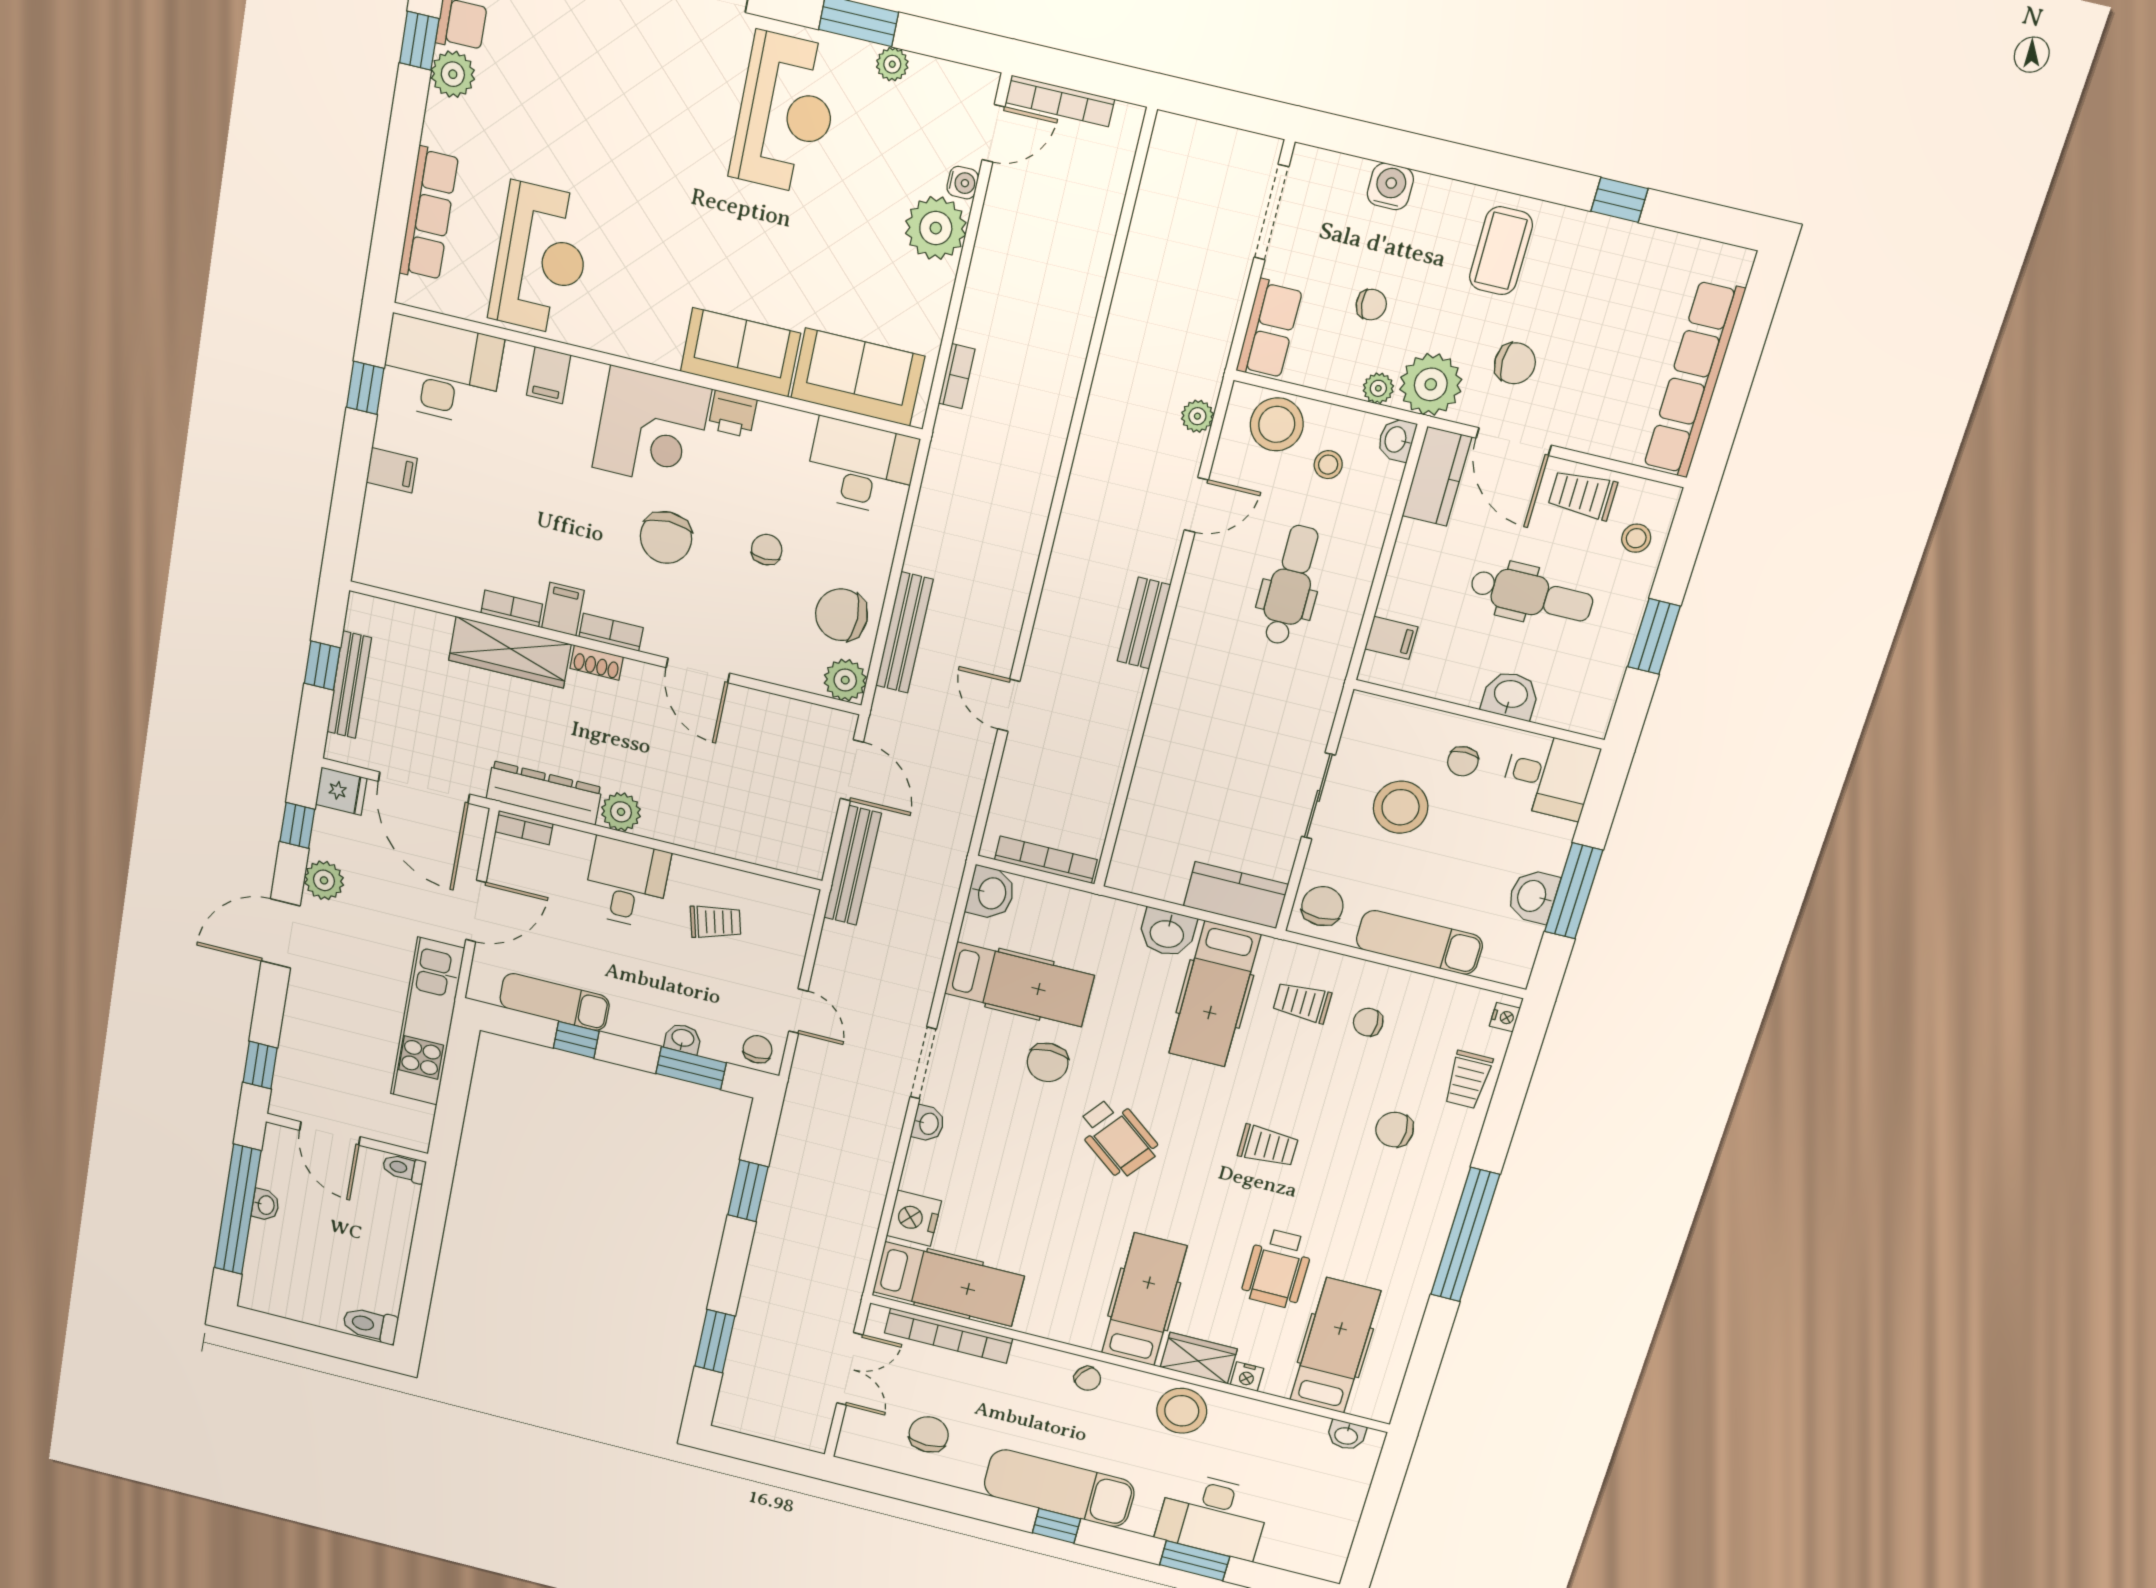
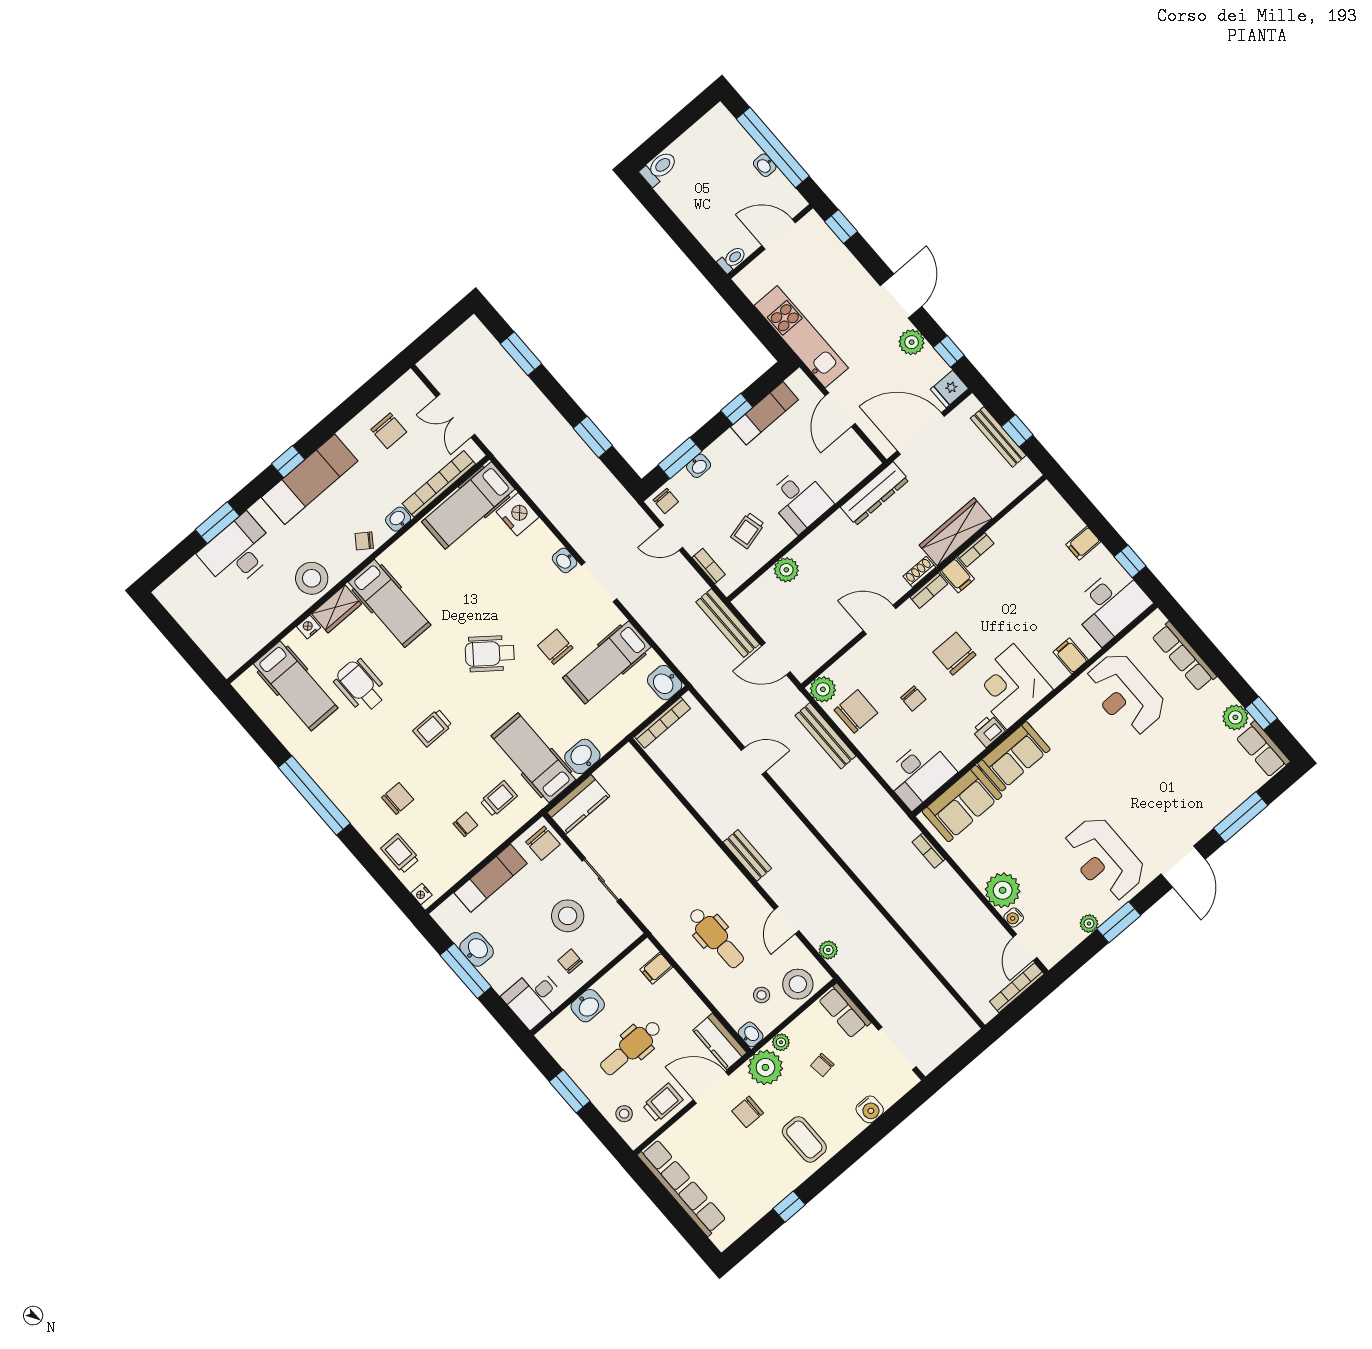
plant: (621, 812) -> (786, 570), moved
bookcase: (524, 828) -> (709, 566), moved, turned 90
washbasin: (1346, 1435) -> (398, 519), moved

